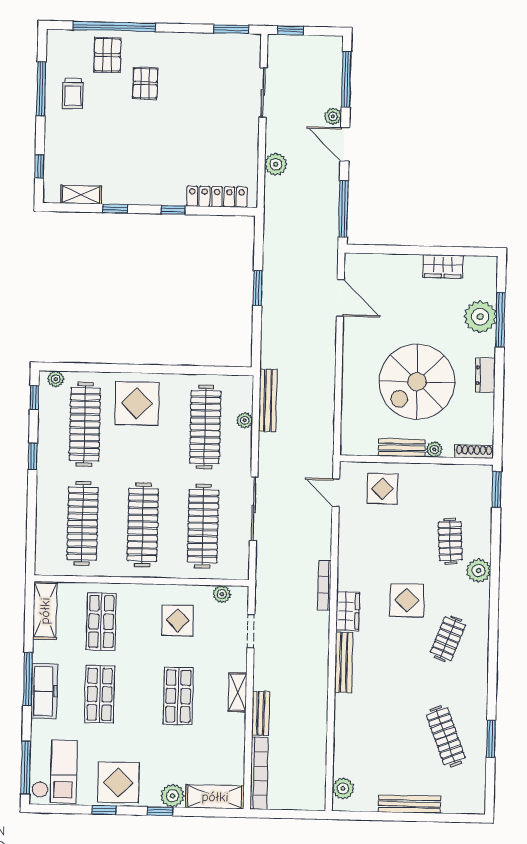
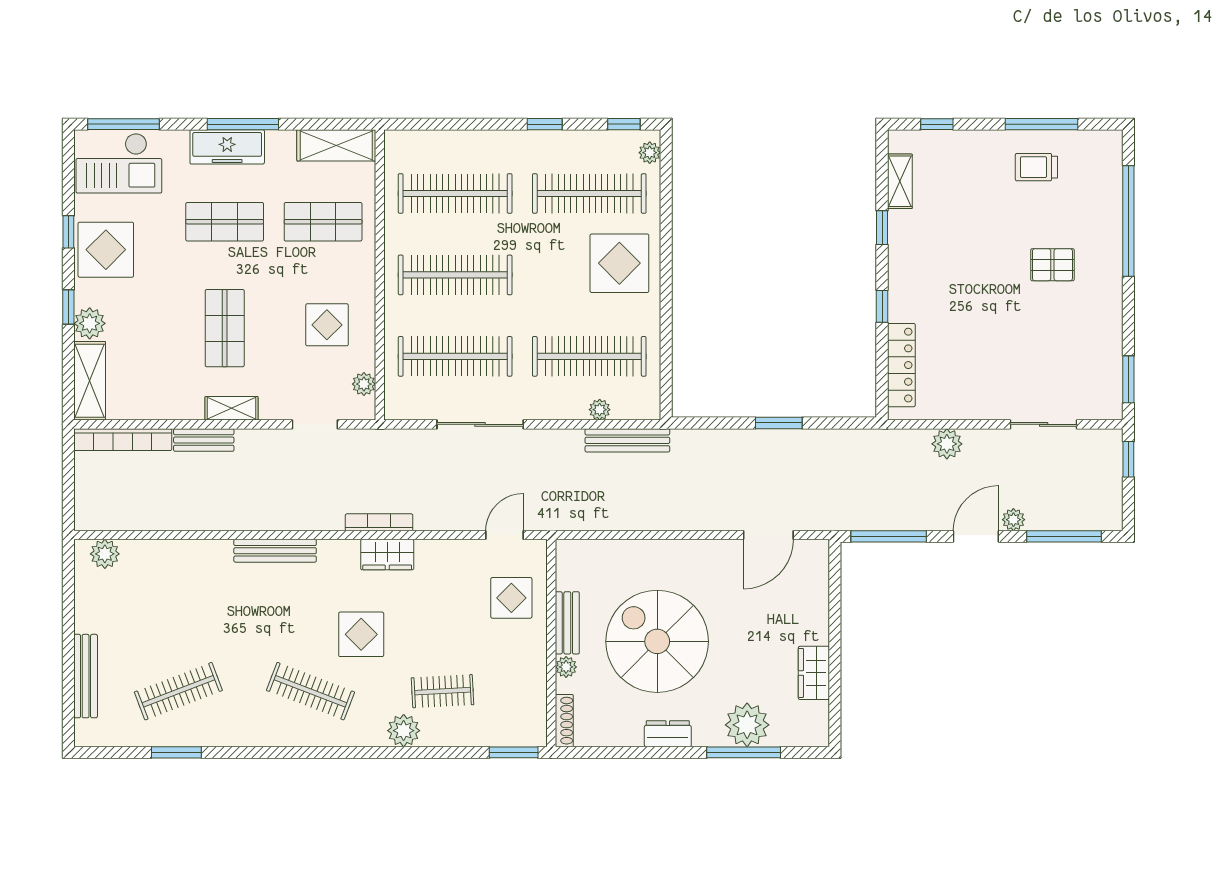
pallet: (107, 55) -> (1090, 213), removed
wardrobe: (348, 611) -> (387, 555), moved
clothes rail: (448, 639) -> (310, 691), width x1.36
shop shelf: (178, 696) -> (225, 328), turned 90
bench: (410, 804) -> (86, 676), moved

